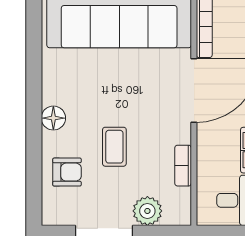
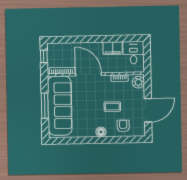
plant: (147, 211) -> (138, 82), moved

